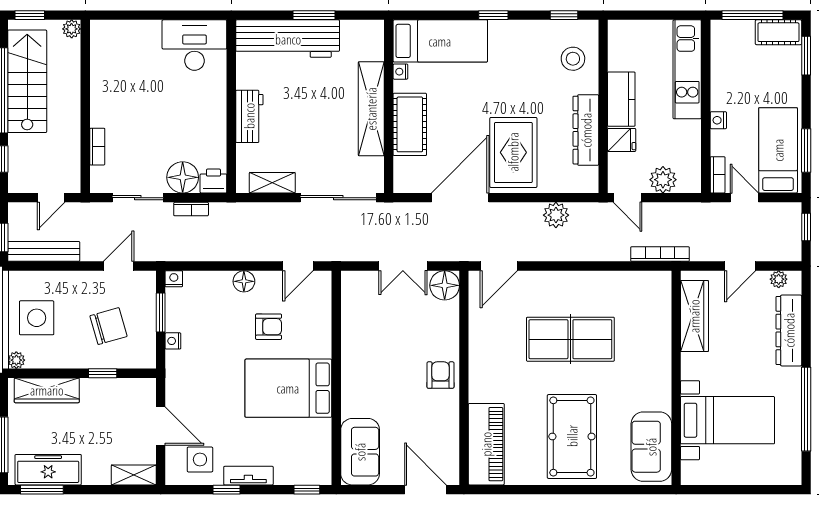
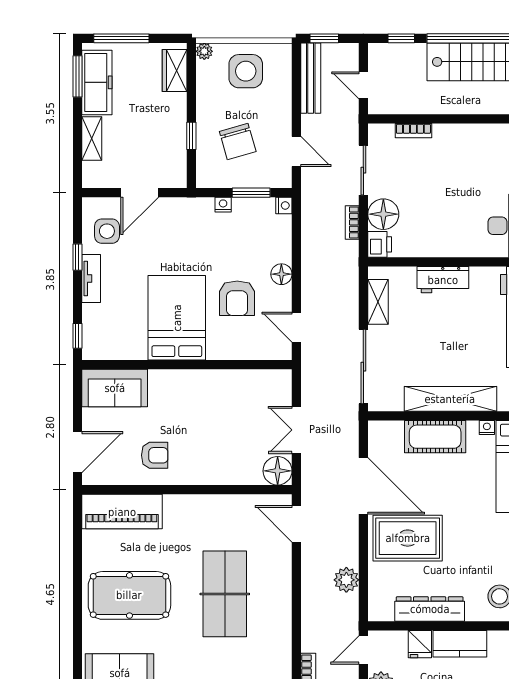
armchair: (269, 327) -> (237, 298), width x1.38, depth x1.38
armchair: (440, 375) -> (155, 455), moved
wardrobe: (47, 390) -> (175, 71), width x0.67
shelving: (134, 475) -> (92, 138), moved

